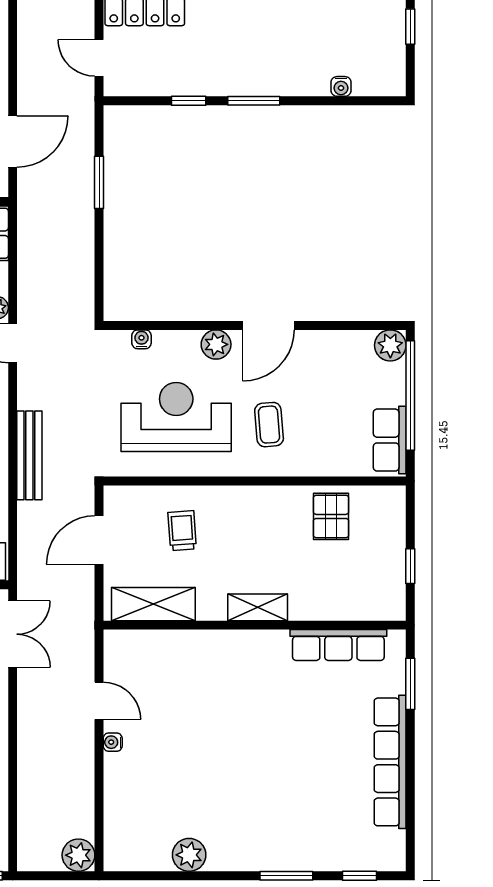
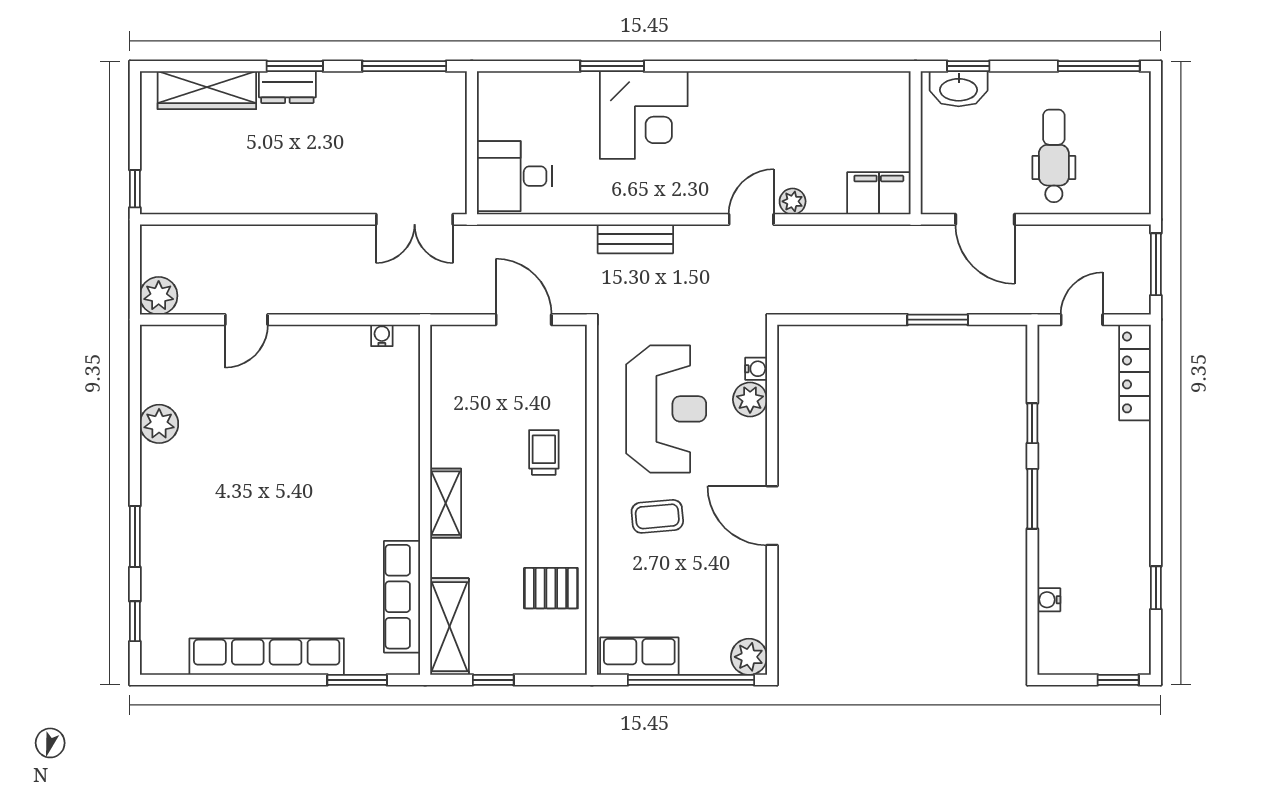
plant: (216, 344) -> (750, 400), moved
bench: (29, 455) -> (635, 239), width x0.73
trolley: (182, 531) -> (544, 452), moved, turned -86
shelving: (153, 604) -> (449, 627), moved
door: (99, 701) -> (246, 320), moved
water cooler: (113, 742) -> (382, 335), moved

